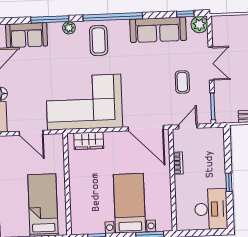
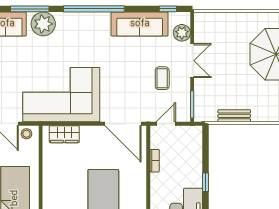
plant: (199, 25) -> (182, 33), moved
plant: (69, 28) -> (43, 24), width x1.87, depth x1.87
coffee table: (99, 40) -> (79, 32), removed
stool: (52, 142) -> (27, 134), added

